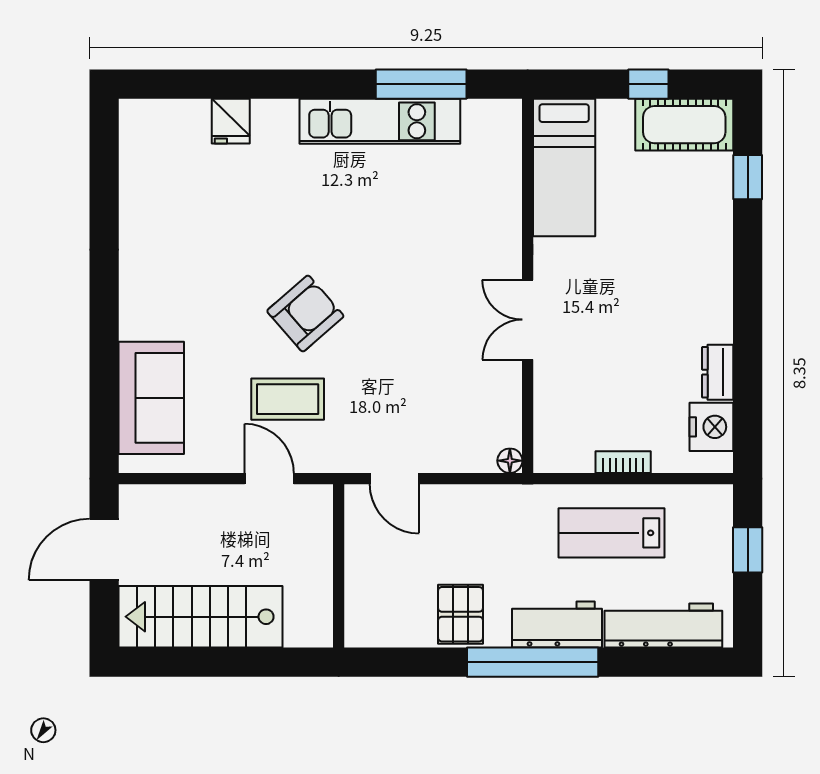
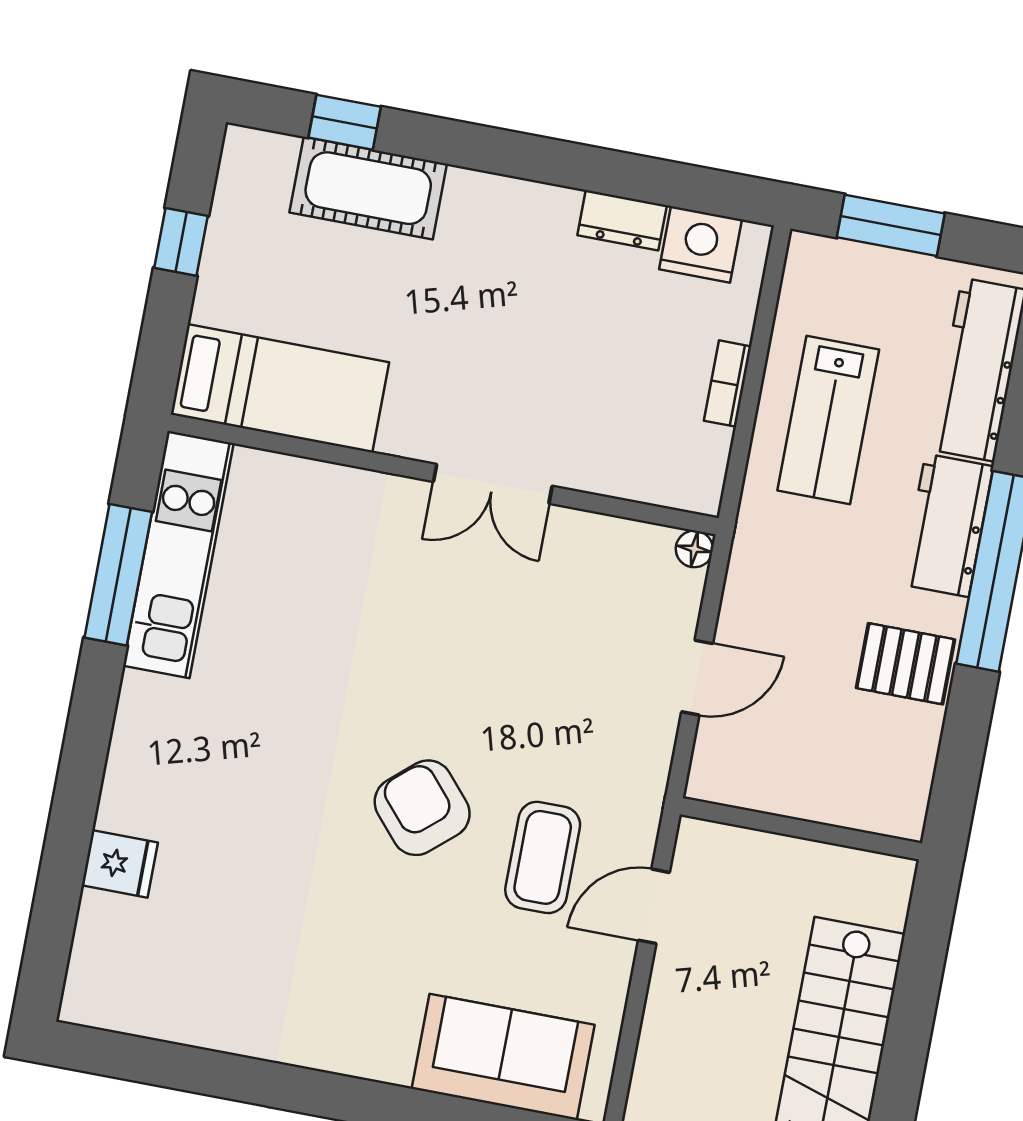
kitchen unit: (380, 121) -> (178, 554), moved
cot: (684, 125) -> (368, 188), moved, turned 90
door: (394, 479) -> (697, 678), moved
window: (748, 550) -> (891, 225), width x1.50

